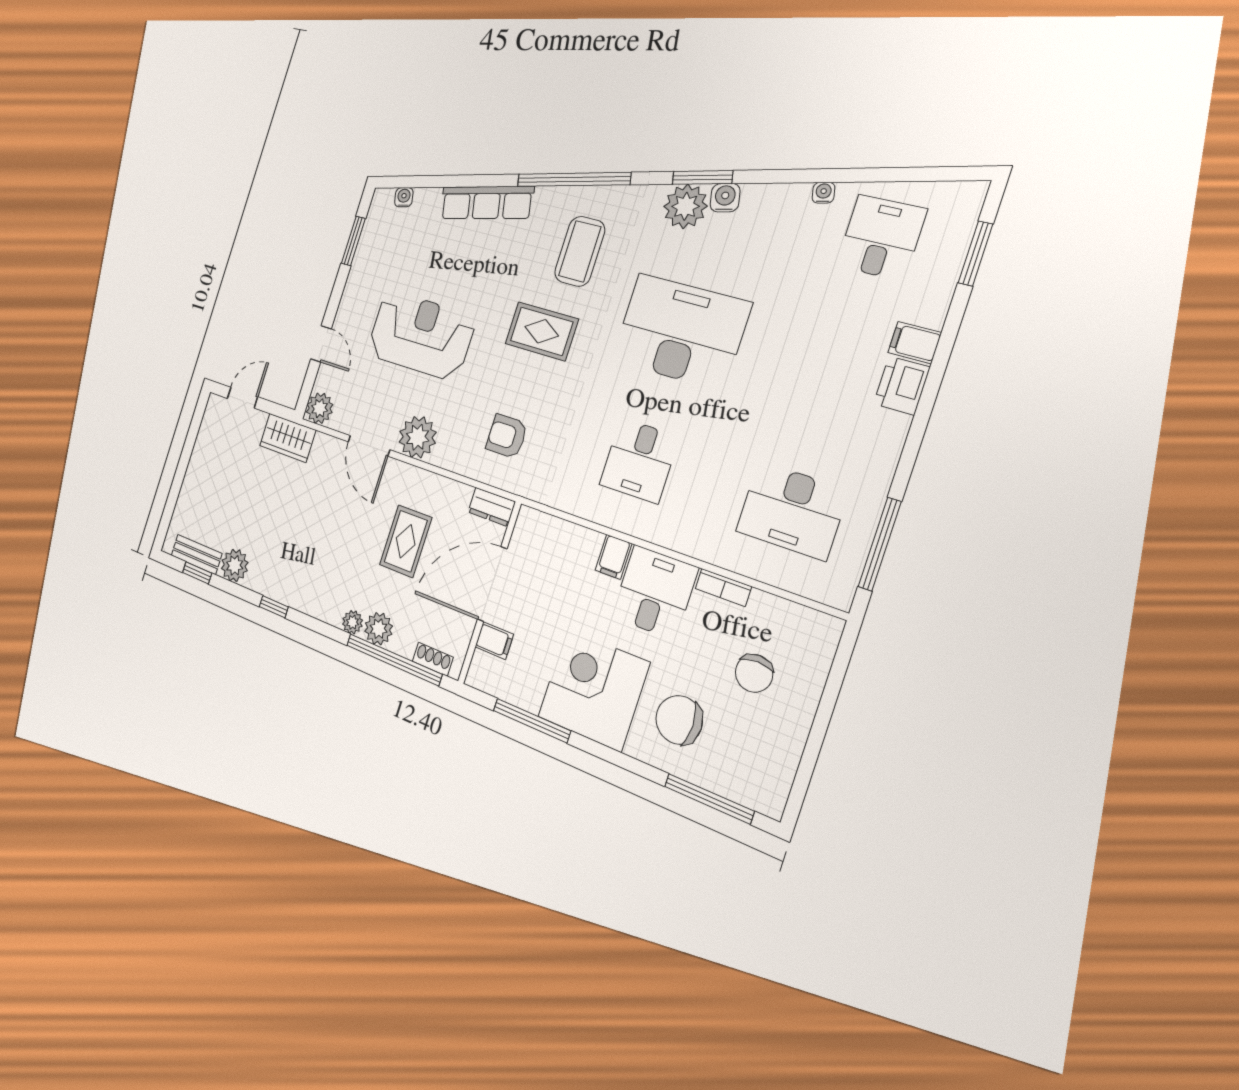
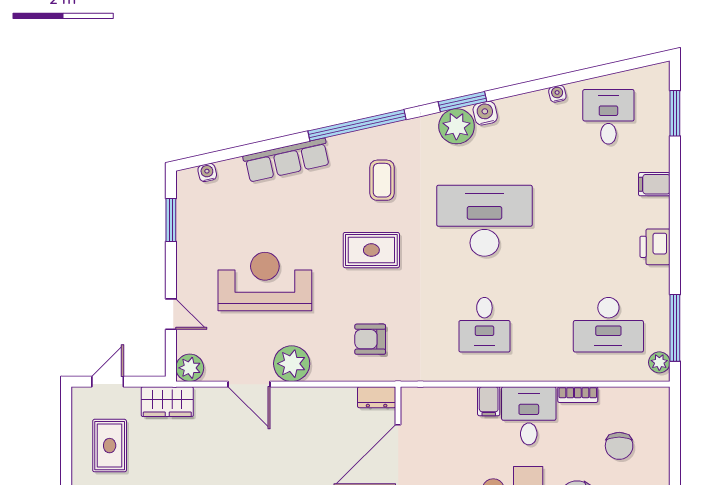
coffee table: (580, 251) -> (382, 180), width x0.73, depth x0.77
printer: (902, 386) -> (655, 247), moved
rug: (406, 541) -> (110, 446), moved
plant: (843, 583) -> (659, 362), added

